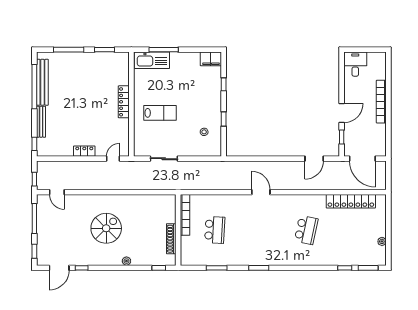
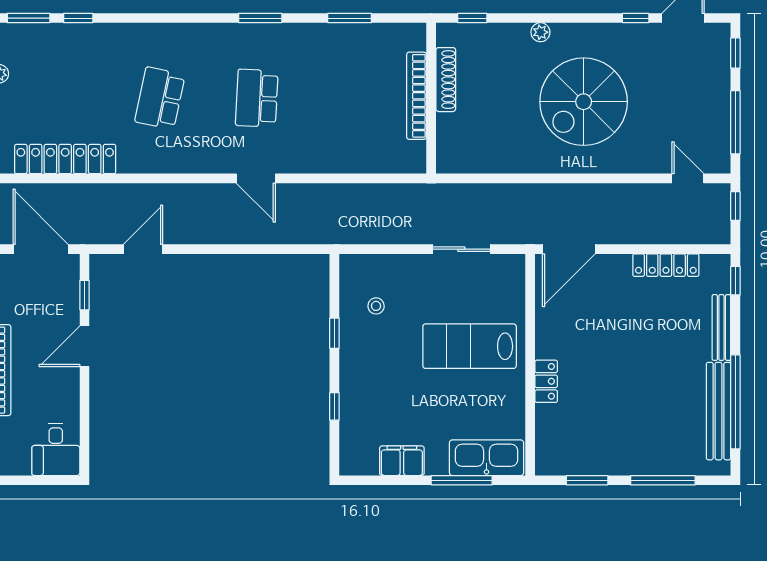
filing cabinet: (211, 59) -> (402, 461), moved
locker: (124, 102) -> (546, 381), width x0.66
lab bench: (160, 113) -> (470, 346), width x1.36, depth x1.39
locker: (84, 151) -> (666, 265), moved, width x1.53
door: (113, 159) -> (569, 249), width x1.87
bookcase: (185, 215) -> (417, 96), moved
spiral stairs: (106, 228) -> (584, 102), width x1.37, depth x1.37
school desk: (215, 230) -> (257, 98), moved

